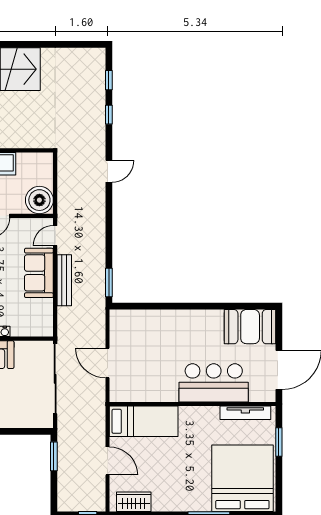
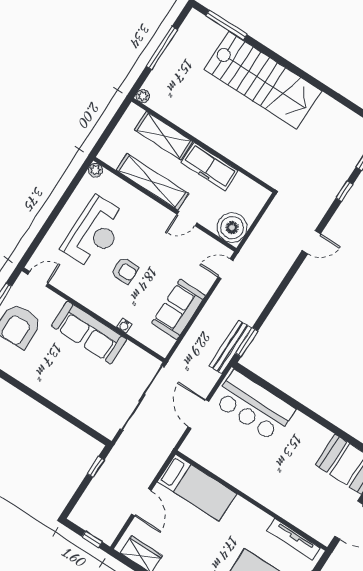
sofa: (39, 273) -> (179, 309), moved
bench: (64, 280) -> (230, 347), moved
bar counter: (214, 383) -> (254, 406), moved, turned 180
window: (54, 456) -> (96, 467), width x0.67

